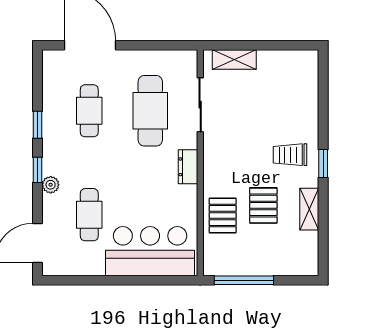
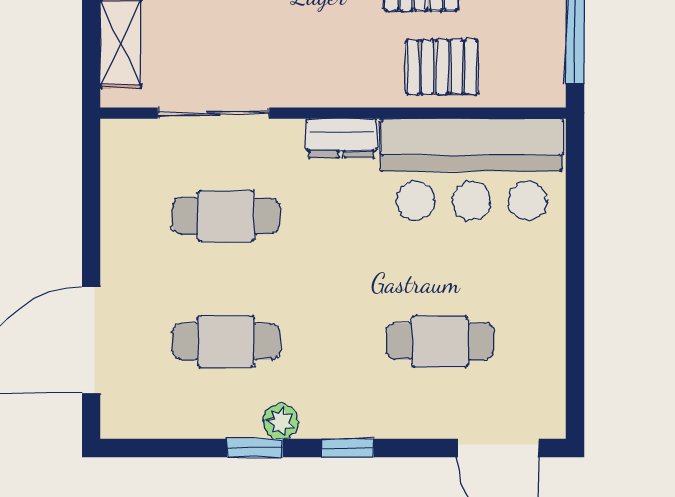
cafe table: (150, 111) -> (226, 216), width x0.73, depth x0.74
plant: (51, 185) -> (281, 421), moved
bar counter: (150, 251) -> (472, 169), moved, turned -90

